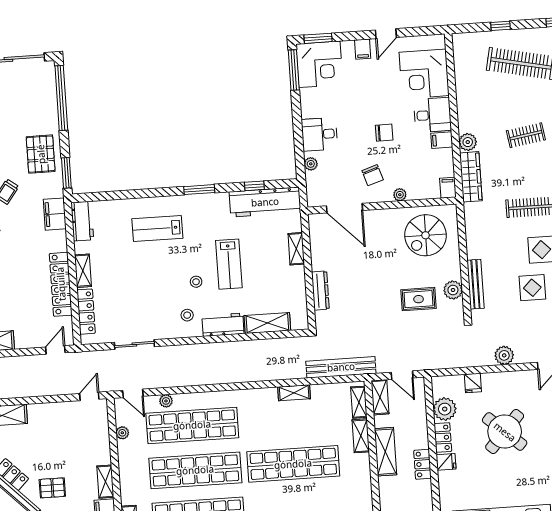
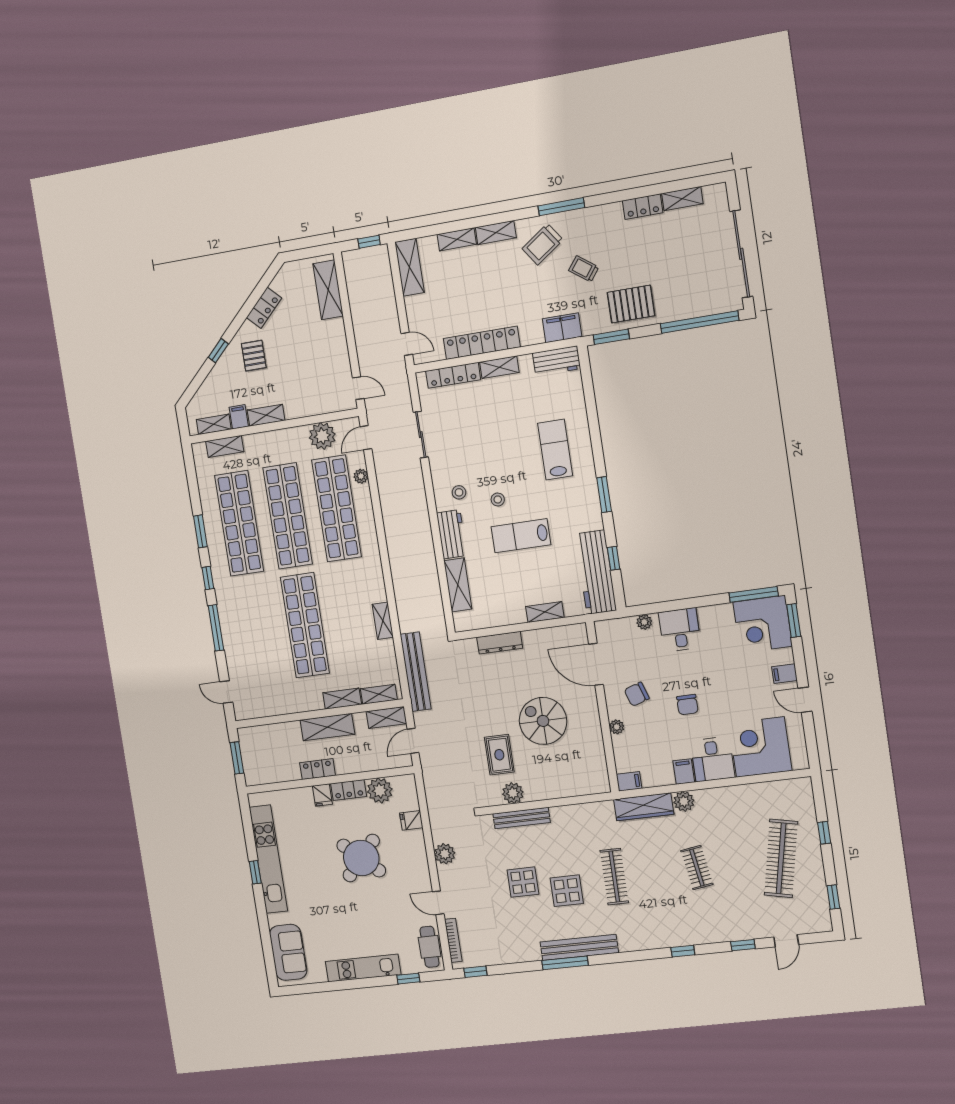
door: (345, 208) -> (596, 664), hinge flipped
spiral stairs: (426, 235) -> (543, 721), moved
plant: (122, 433) -> (322, 436), width x1.88, depth x1.88

